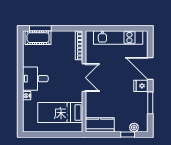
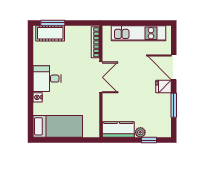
bed: (60, 112) -> (58, 126), moved, turned 180
plant: (134, 127) -> (140, 132), moved

